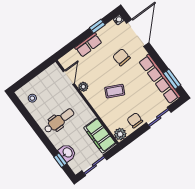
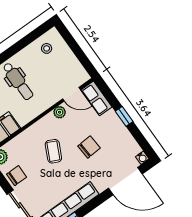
window: (97, 26) -> (124, 116), moved
row of seats: (88, 45) -> (96, 98), moved
chair: (121, 57) -> (89, 147), moved

